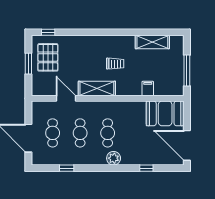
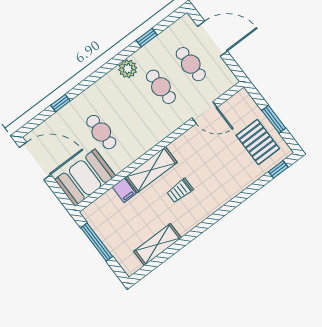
shelving: (97, 89) -> (151, 170), moved
cafe table: (108, 133) -> (101, 132), moved
plant: (114, 158) -> (128, 69), moved

